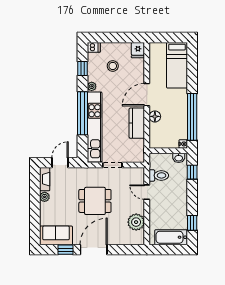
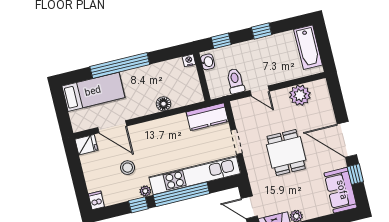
stool: (113, 66) -> (128, 168), moved
window: (82, 68) -> (138, 205), moved
door: (147, 95) -> (112, 127), moved
window: (192, 117) -> (120, 66), moved
kitchen counter: (137, 123) -> (207, 117), moved
door: (147, 192) -> (260, 91), hinge flipped
window: (192, 223) -> (262, 31), moved

